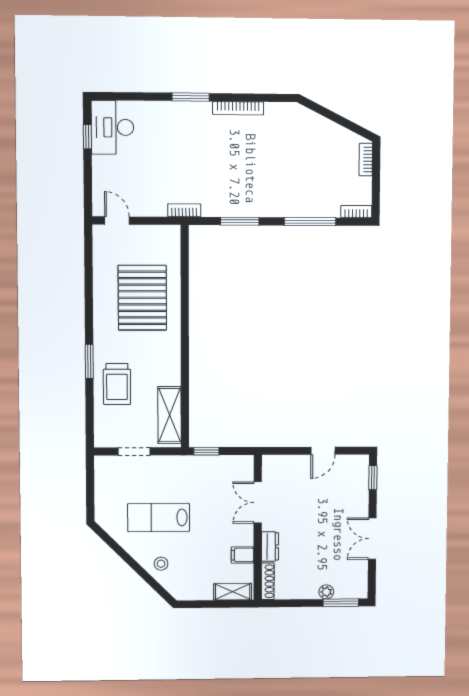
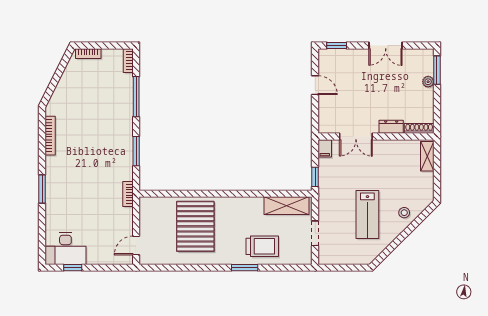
bookcase: (238, 108) -> (50, 136), moved
pallet: (142, 298) -> (195, 226), turned 90
filing cabinet: (243, 555) -> (325, 148), moved

